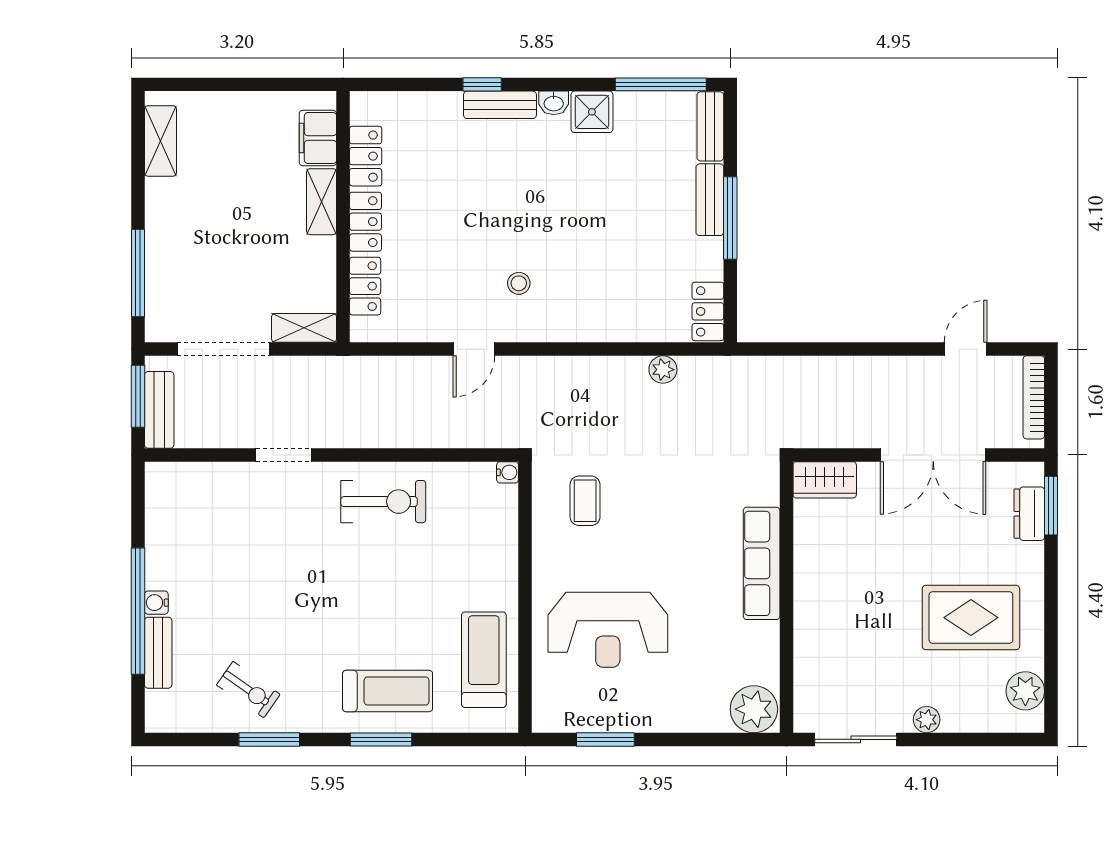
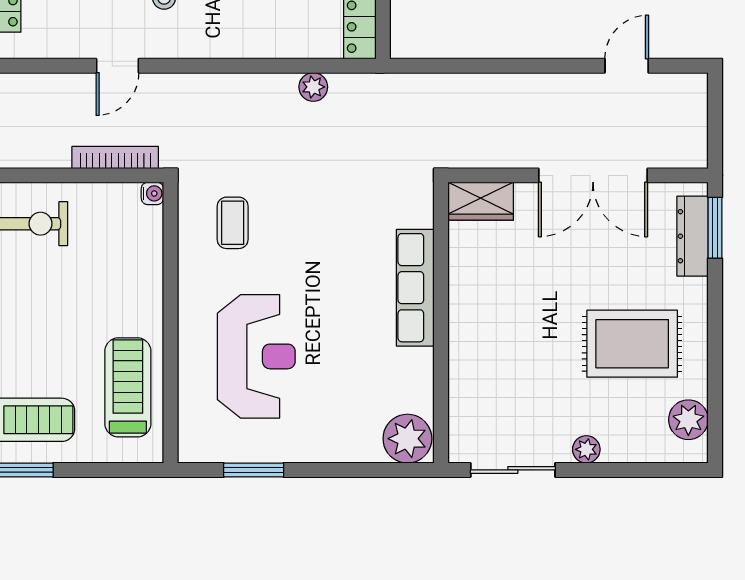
bookcase: (1034, 397) -> (115, 157), moved, turned 90
dresser: (1029, 514) -> (693, 236), width x1.44
reception desk: (608, 630) -> (256, 356), turned -90

